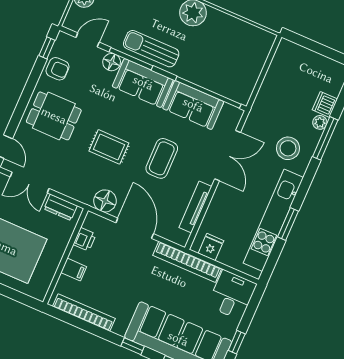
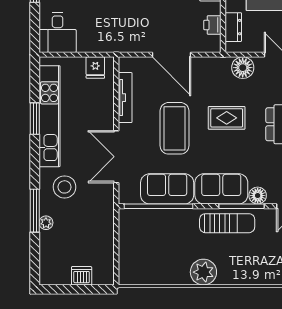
dishwasher: (325, 104) -> (82, 276), moved, turned -90
coffee table: (162, 158) -> (175, 128), width x1.36, depth x1.32
floor lamp: (105, 201) -> (243, 68), moved
dresser: (61, 207) -> (233, 27), moved, turned 90
bookcase: (187, 262) -> (111, 45), removed

